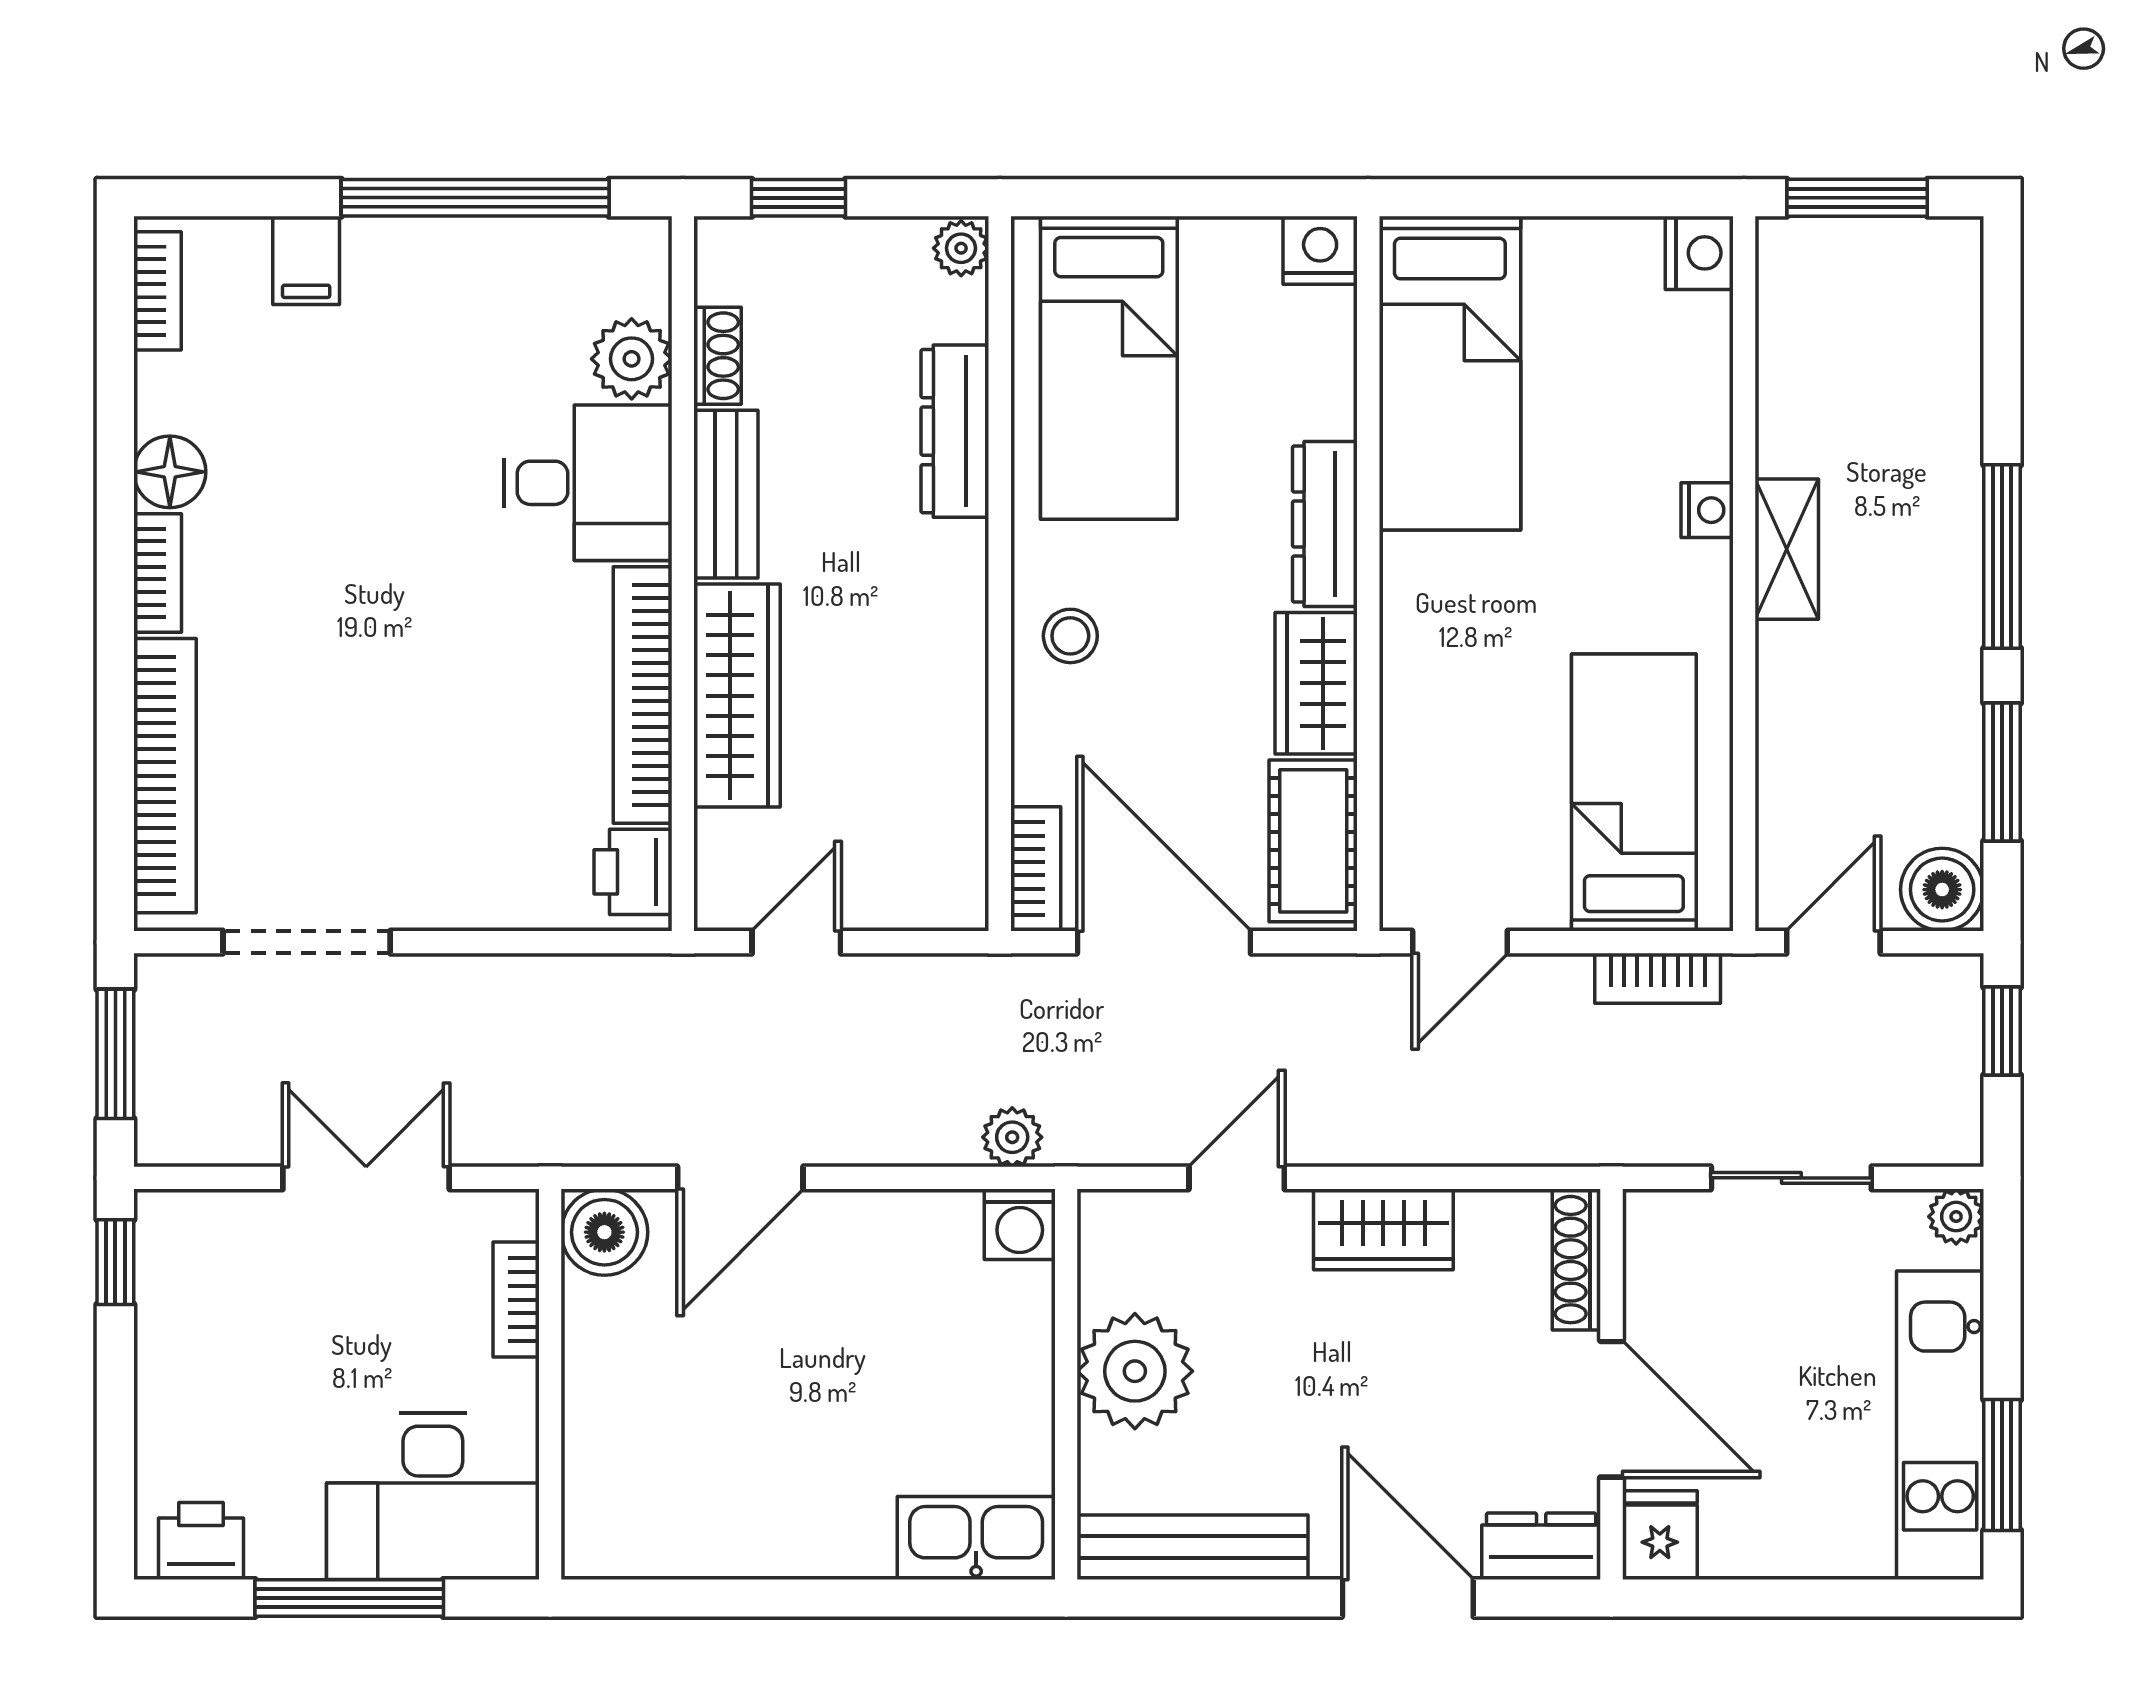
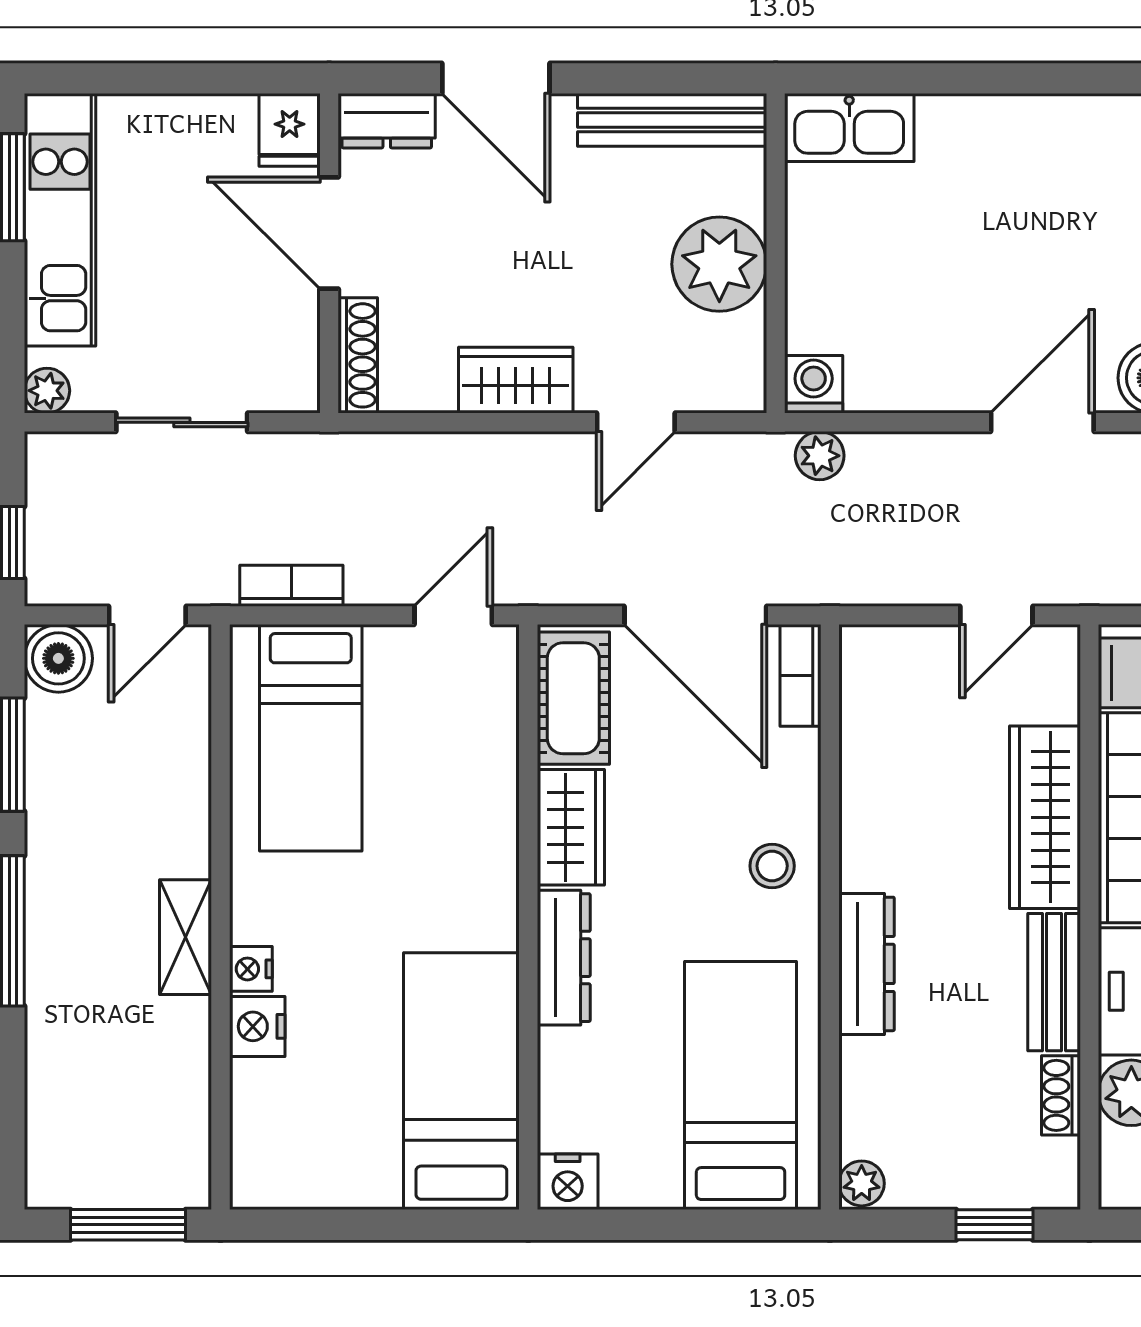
nightstand: (1699, 253) -> (257, 1026), moved
dresser: (955, 431) -> (867, 964), moved

